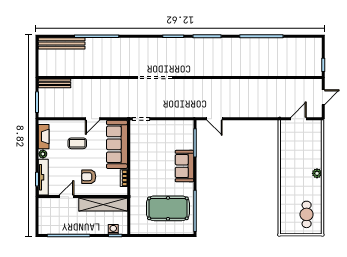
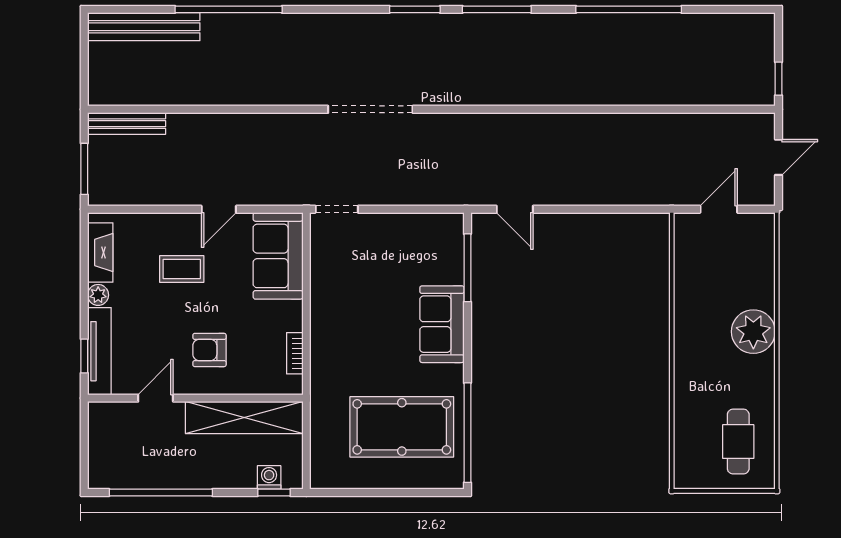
sofa: (117, 144) -> (278, 256), width x0.73
plant: (317, 173) -> (753, 332), width x1.87, depth x1.87

